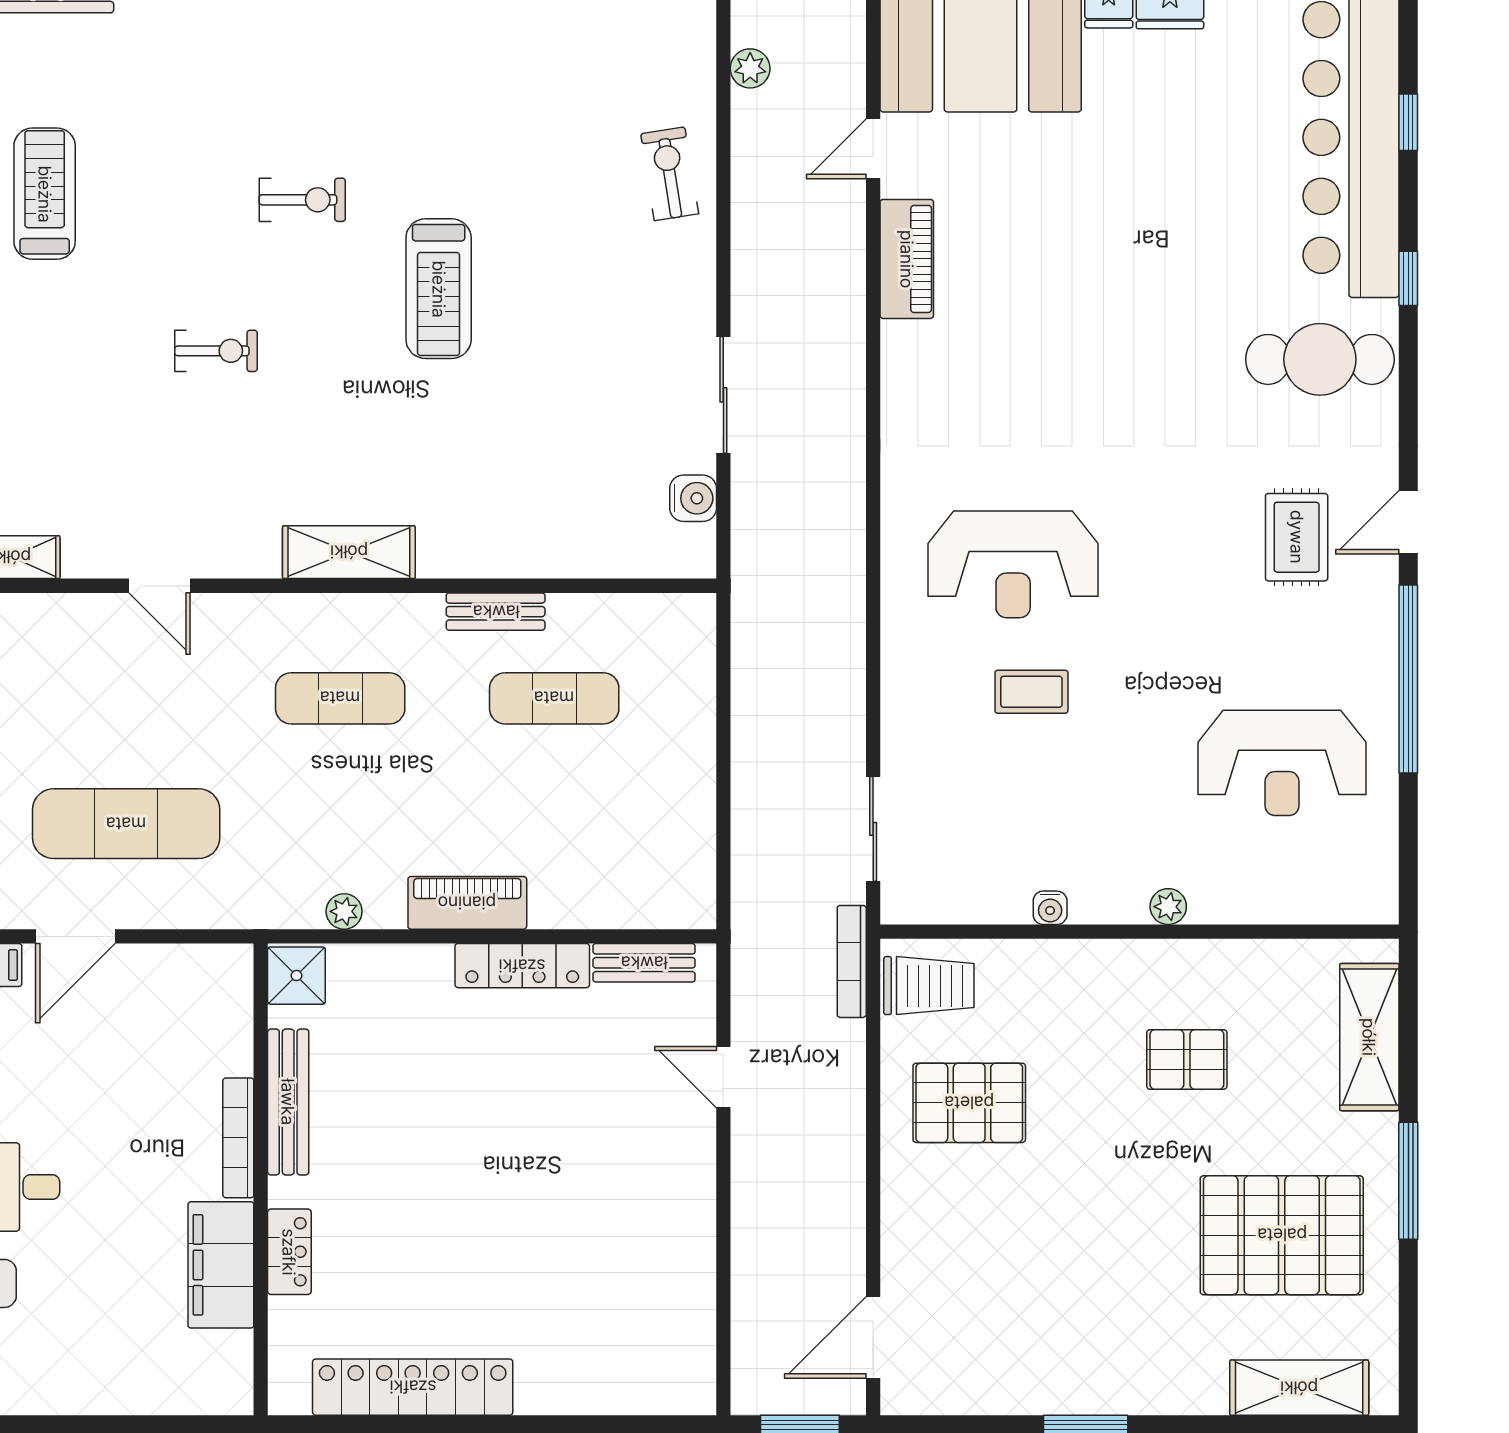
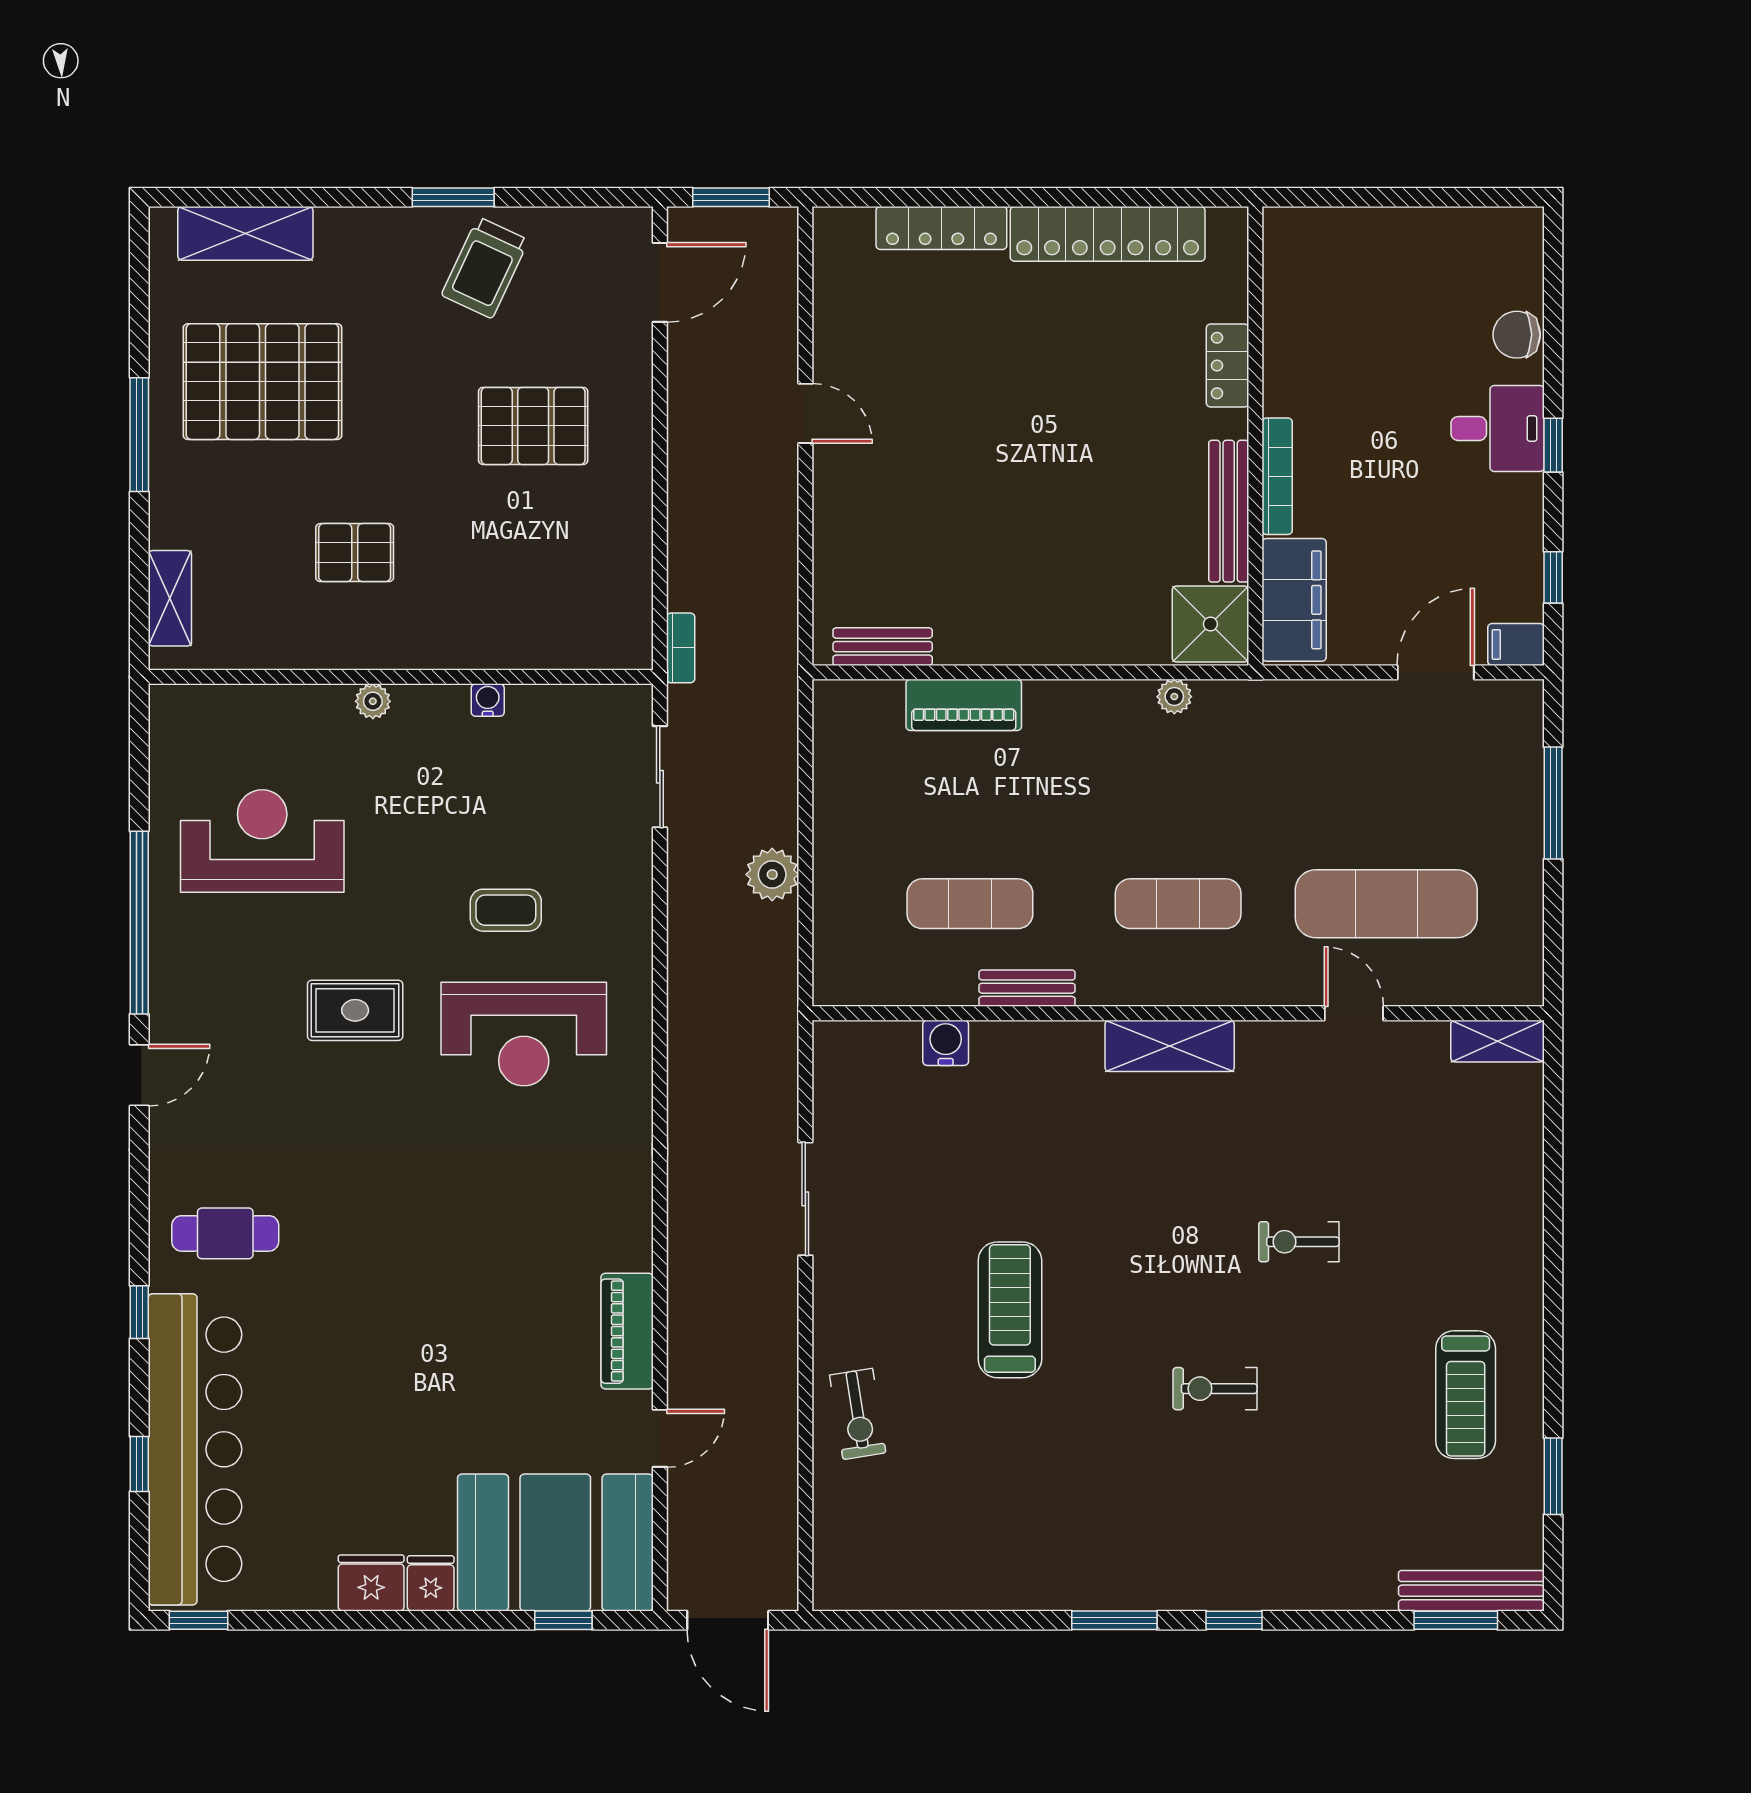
plant: (750, 68) -> (772, 874), moved, width x1.38, depth x1.38
treadmill: (439, 289) -> (1010, 1310), moved
cafe table: (1320, 359) -> (225, 1233), width x0.73, depth x0.74
water cooler: (693, 498) -> (946, 1043), moved, turned 90
rug: (1297, 537) -> (355, 1010), moved, turned 90
reception desk: (1013, 564) -> (524, 1034), turned 180
exercise mat: (126, 824) -> (1386, 904), moved
piano: (467, 903) -> (964, 705), moved
bookcase: (852, 961) -> (681, 648), width x0.64
locker: (522, 966) -> (941, 228), moved, turned 180
shower: (296, 976) -> (1210, 624), width x1.36, depth x1.36
trolley: (929, 986) -> (485, 268), moved, turned -65
shelving: (1369, 1037) -> (170, 598), width x0.67, depth x0.75
door: (723, 1077) -> (805, 413), moved
pallet: (969, 1103) -> (533, 426), moved
filing cabinet: (221, 1265) -> (1294, 600), moved

